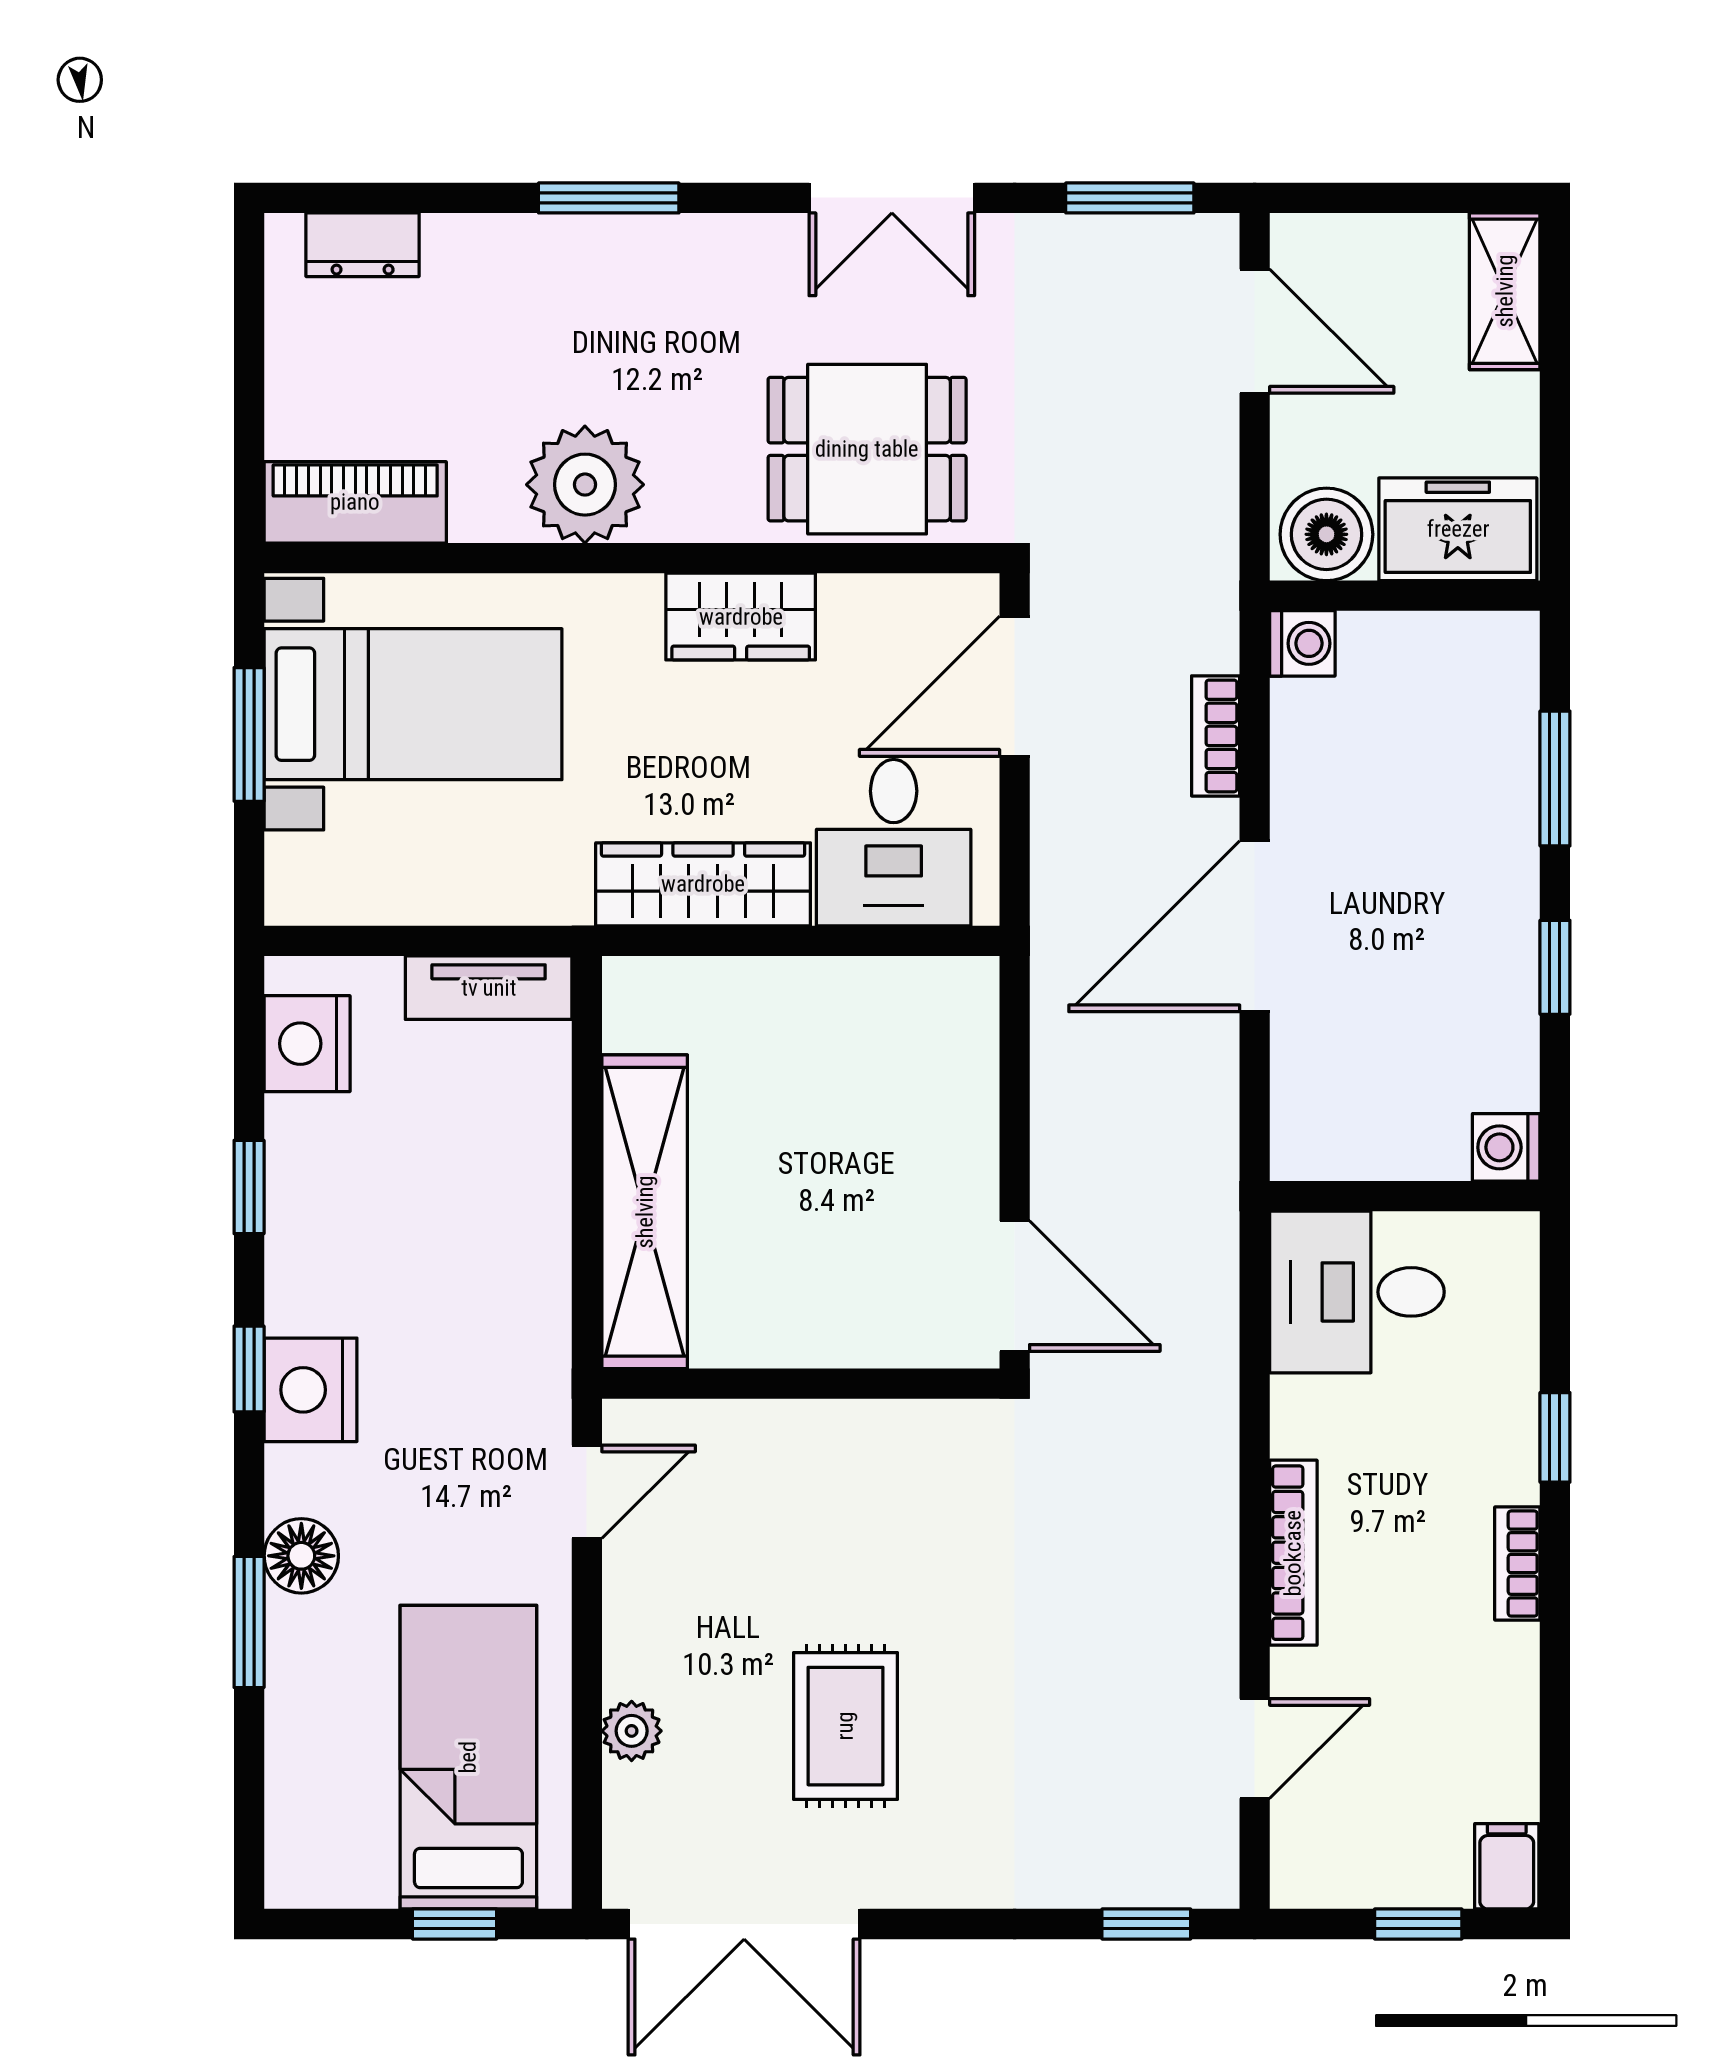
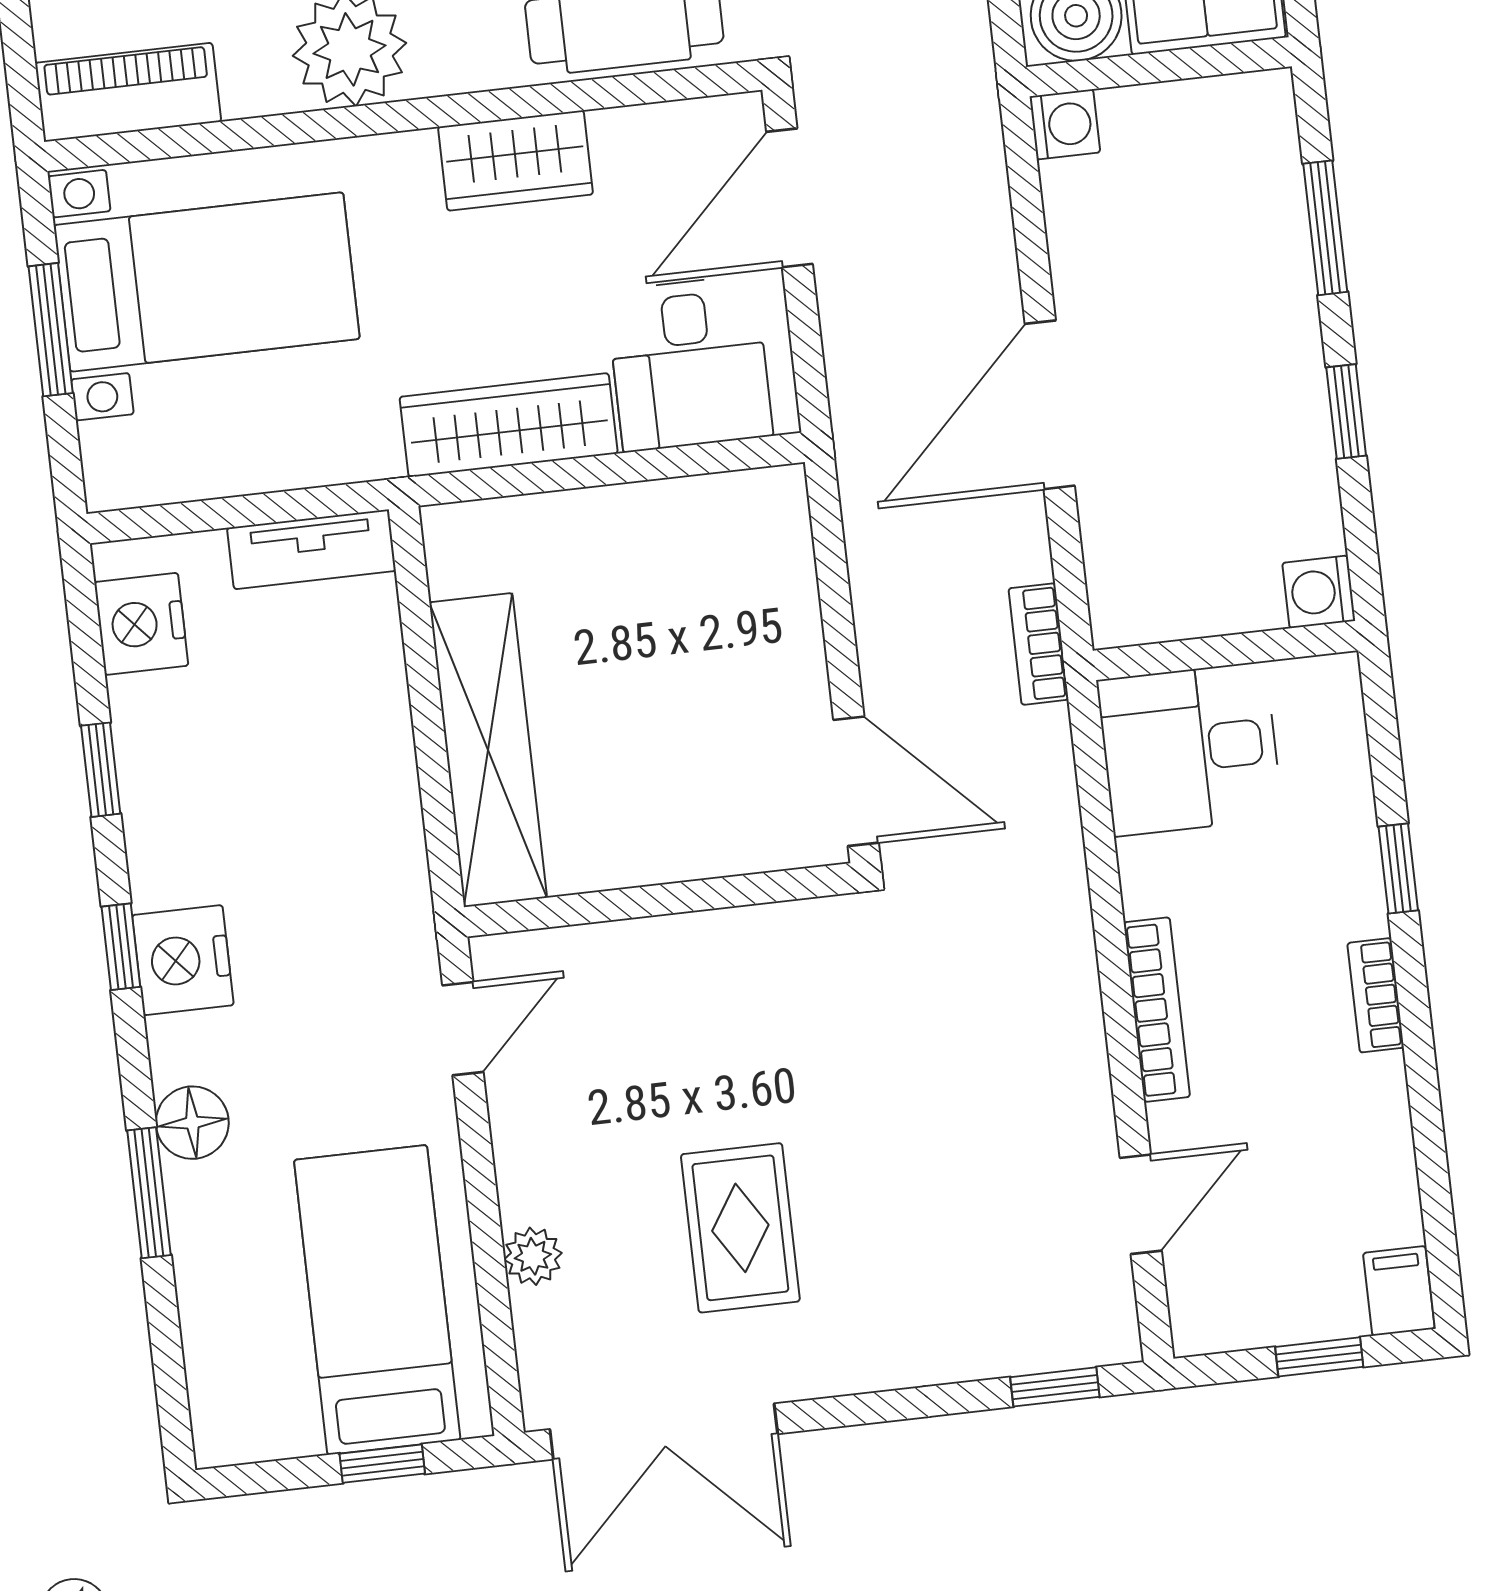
bookcase: (1216, 736) -> (1038, 644), moved

